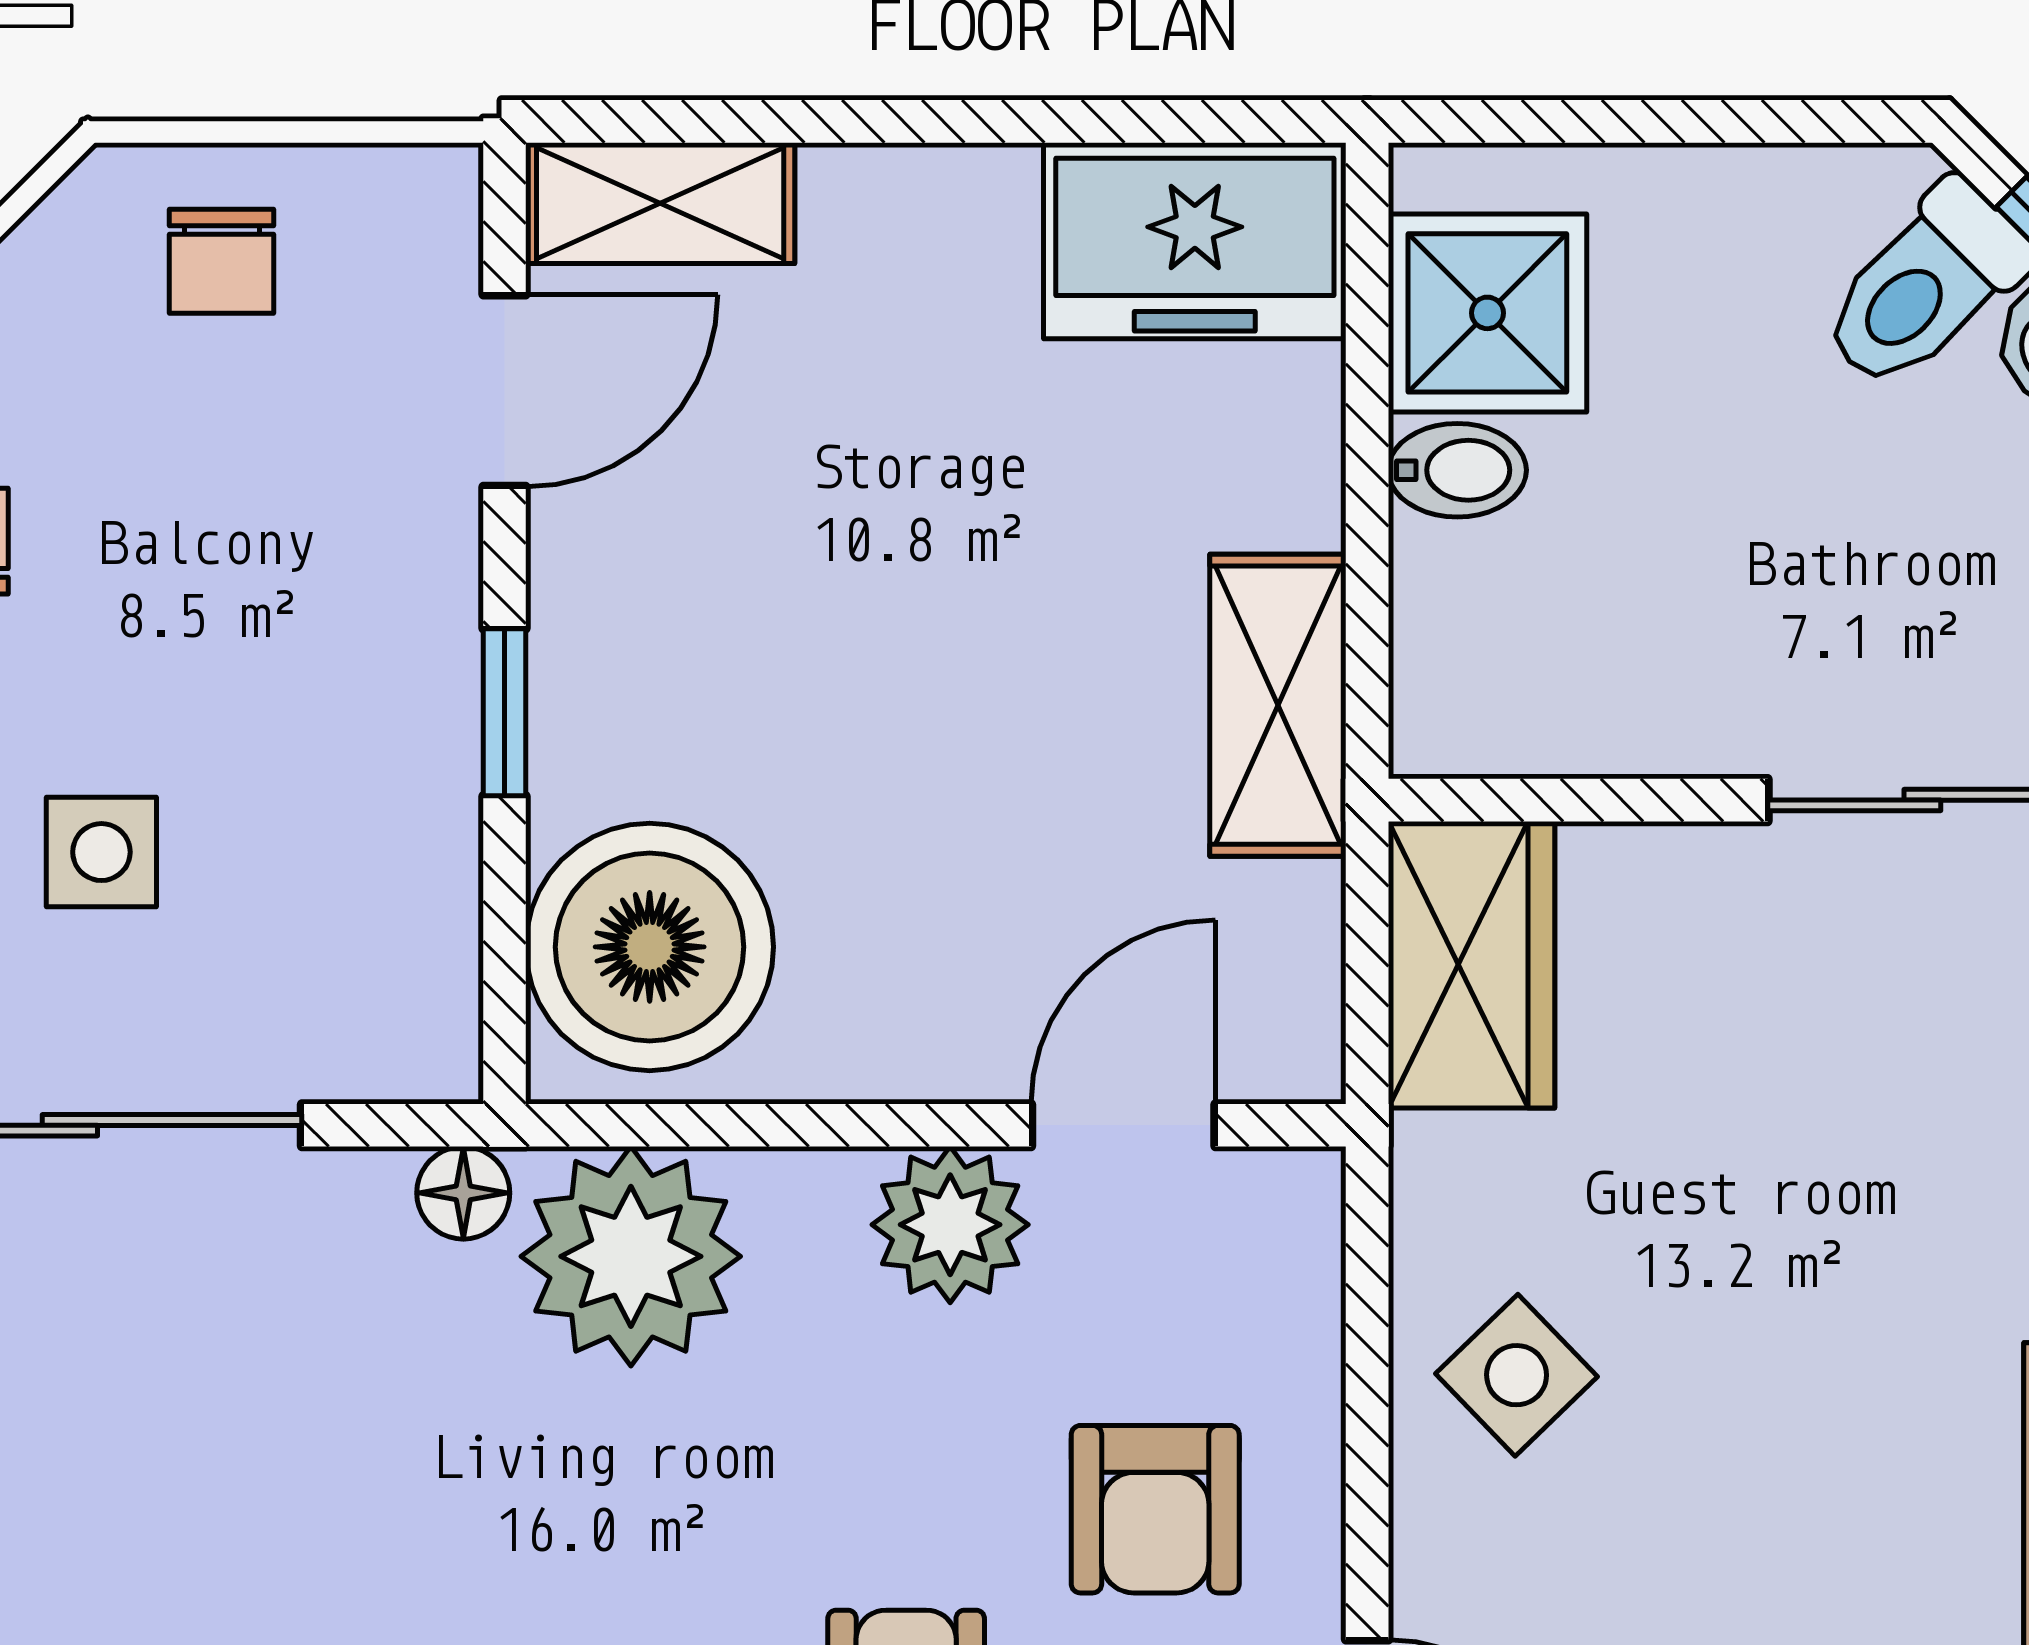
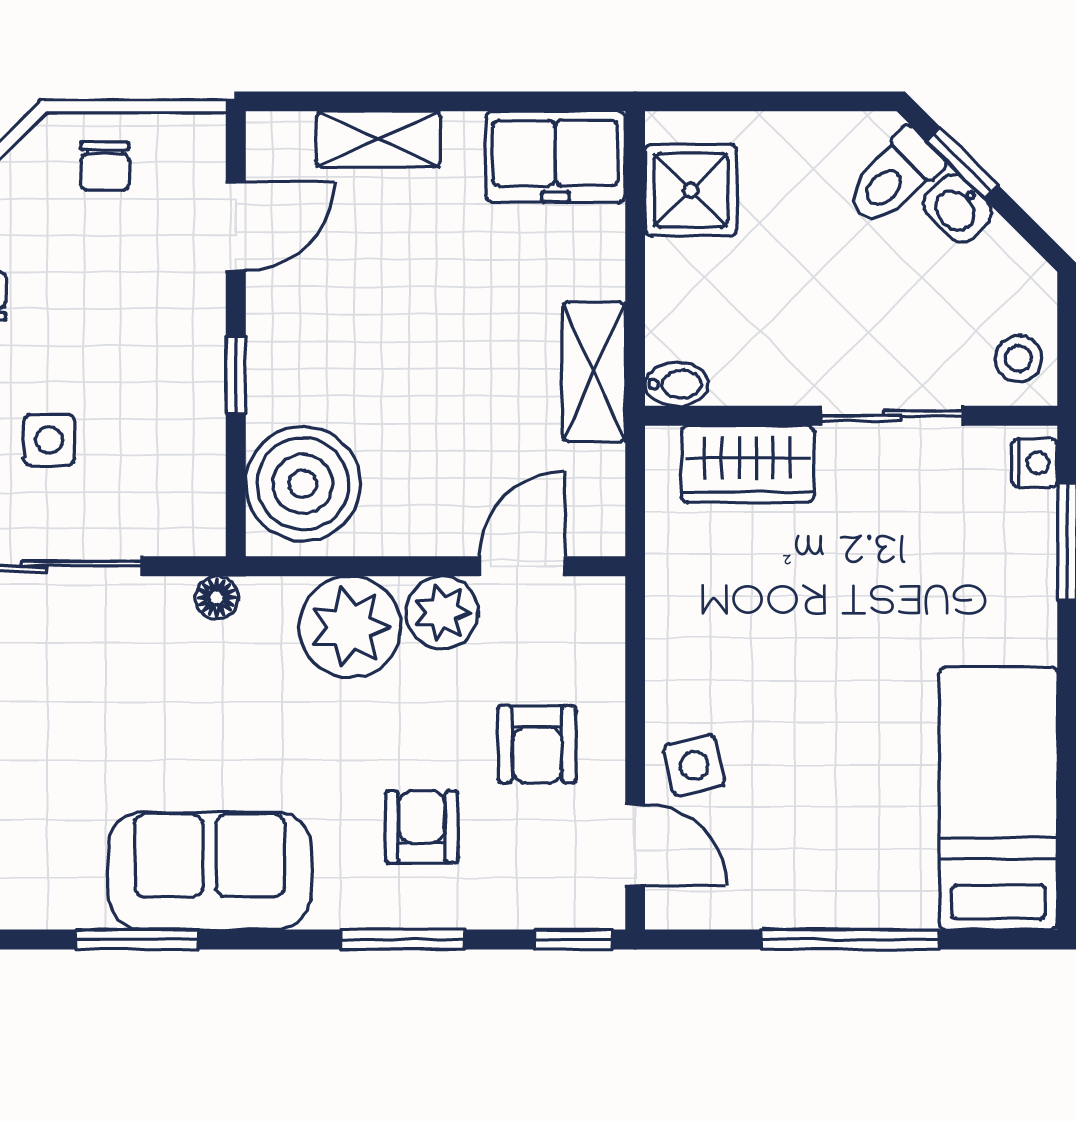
shelving: (660, 203) -> (379, 139), moved
bidet: (1457, 470) -> (677, 384), moved
wardrobe: (1472, 965) -> (748, 464), moved, turned 90
plant: (631, 1256) -> (350, 627), moved
side table: (1517, 1375) -> (694, 765), moved, turned 31

